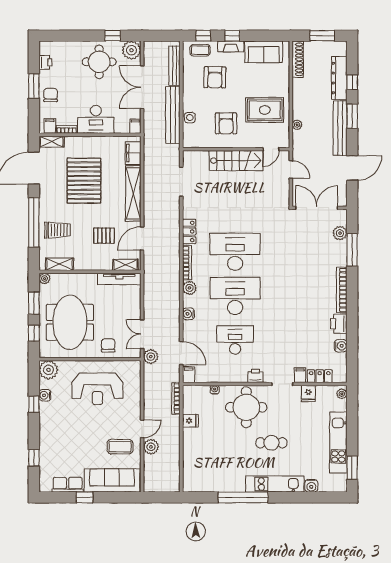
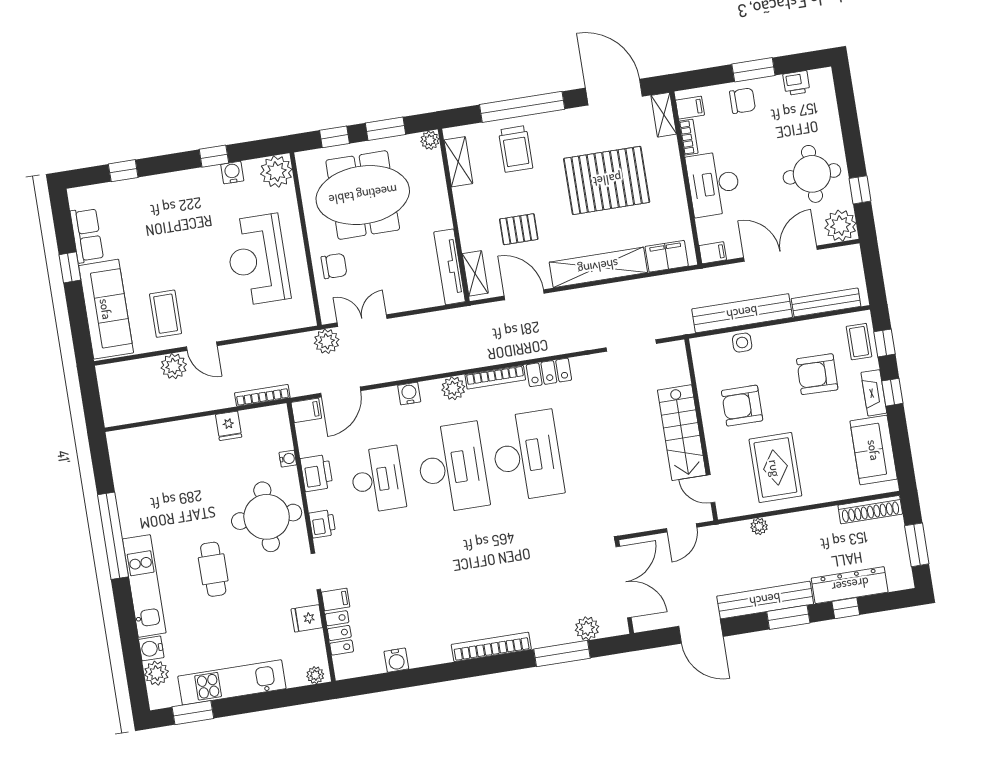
pallet: (104, 236) -> (519, 229), turned 90
printer: (339, 324) -> (317, 473), moved, turned 90
plant: (326, 485) -> (156, 673), added

